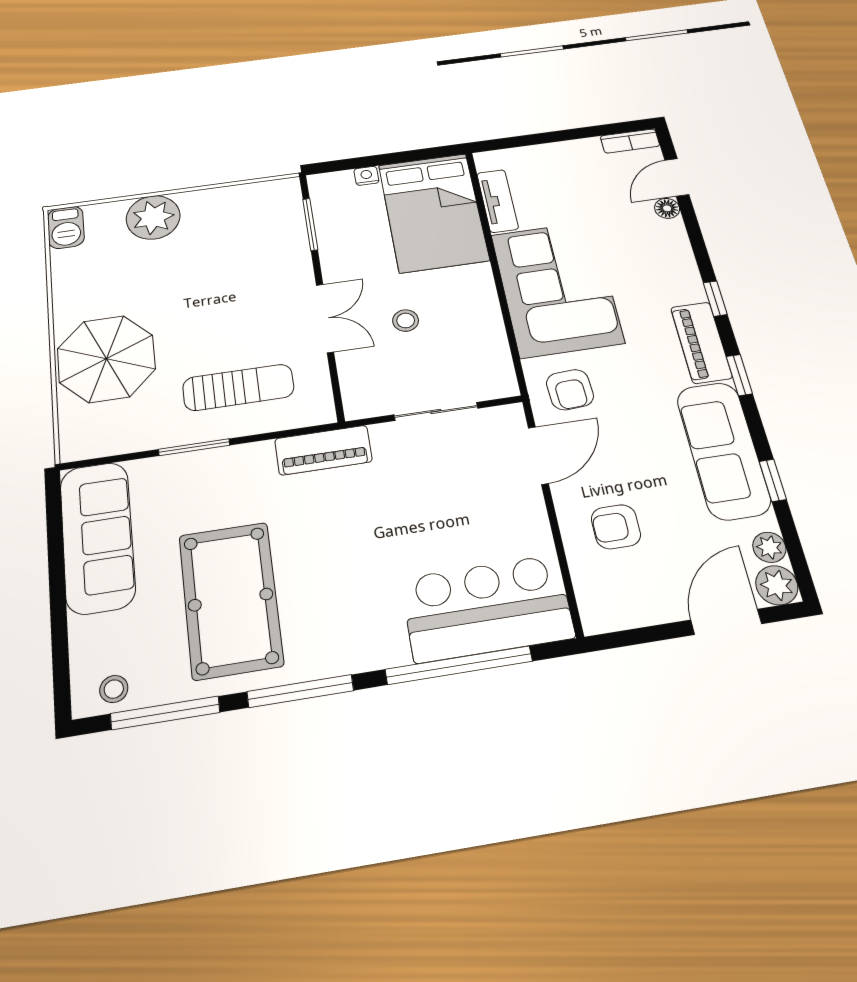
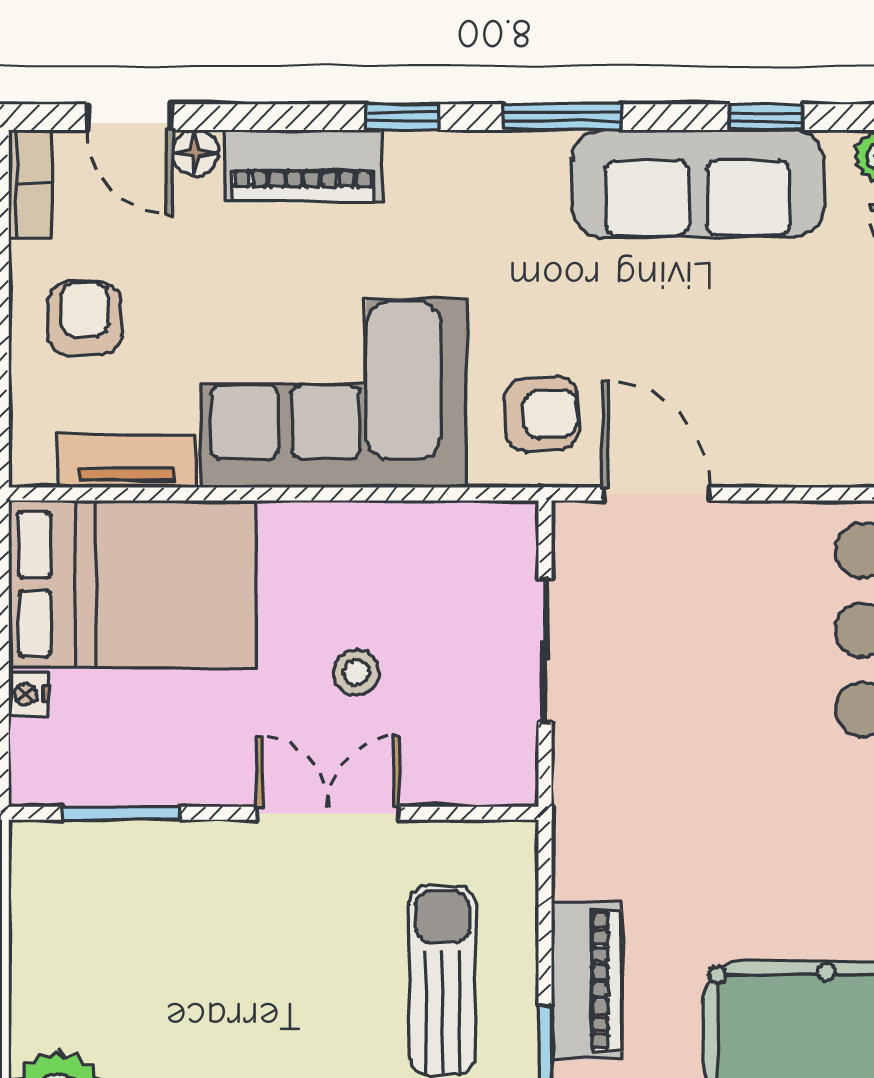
piano: (701, 342) -> (303, 165), moved
window: (739, 375) -> (562, 117), width x1.50
piano: (323, 450) -> (587, 981), moved
armchair: (616, 527) -> (85, 319), moved, turned 180

